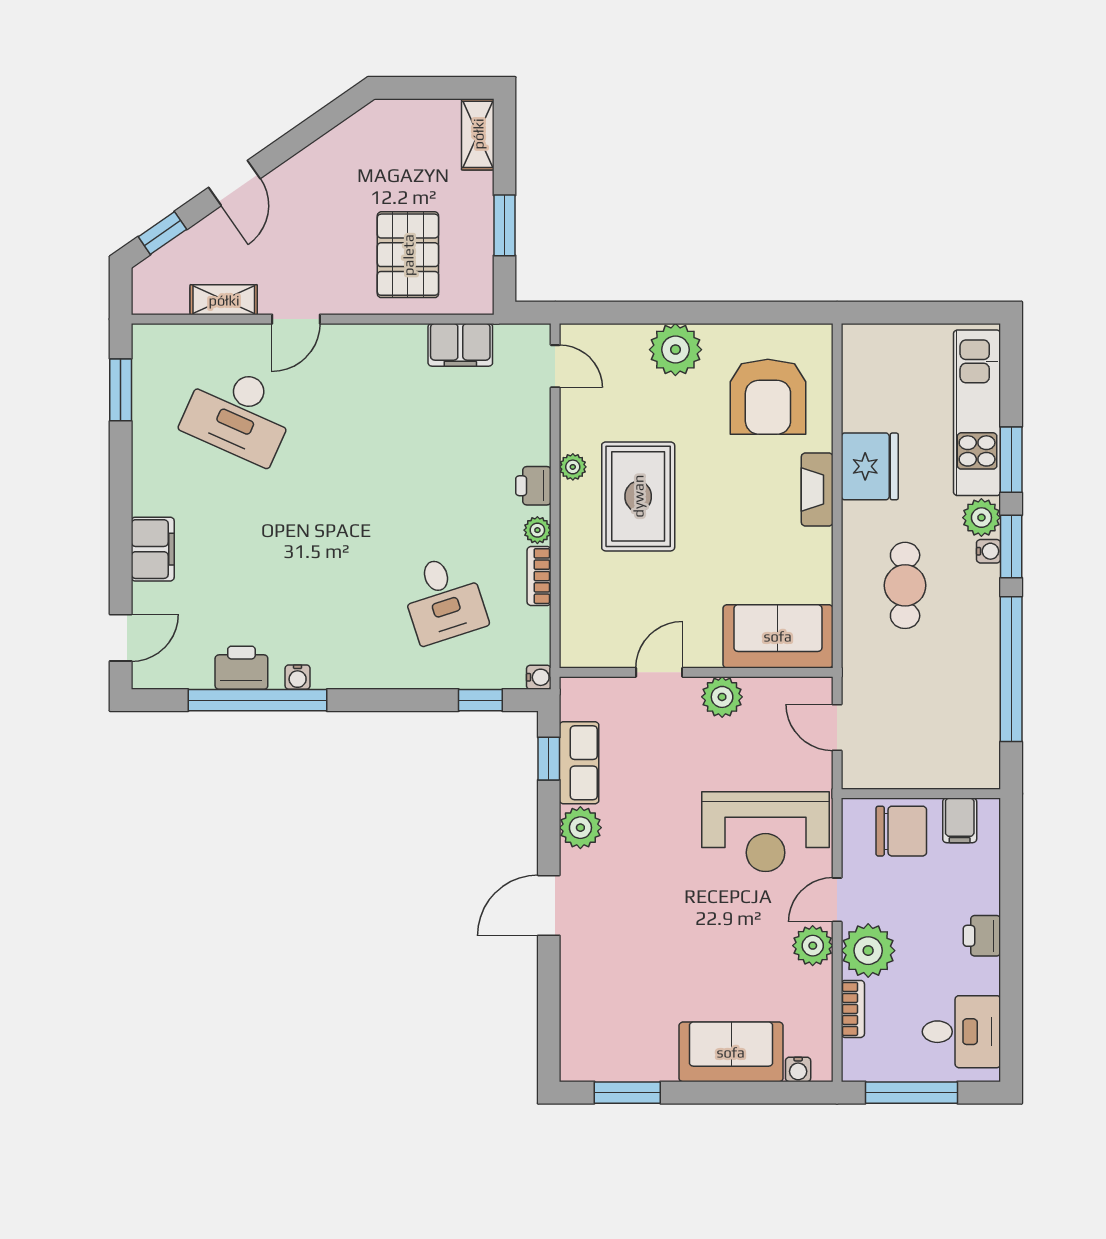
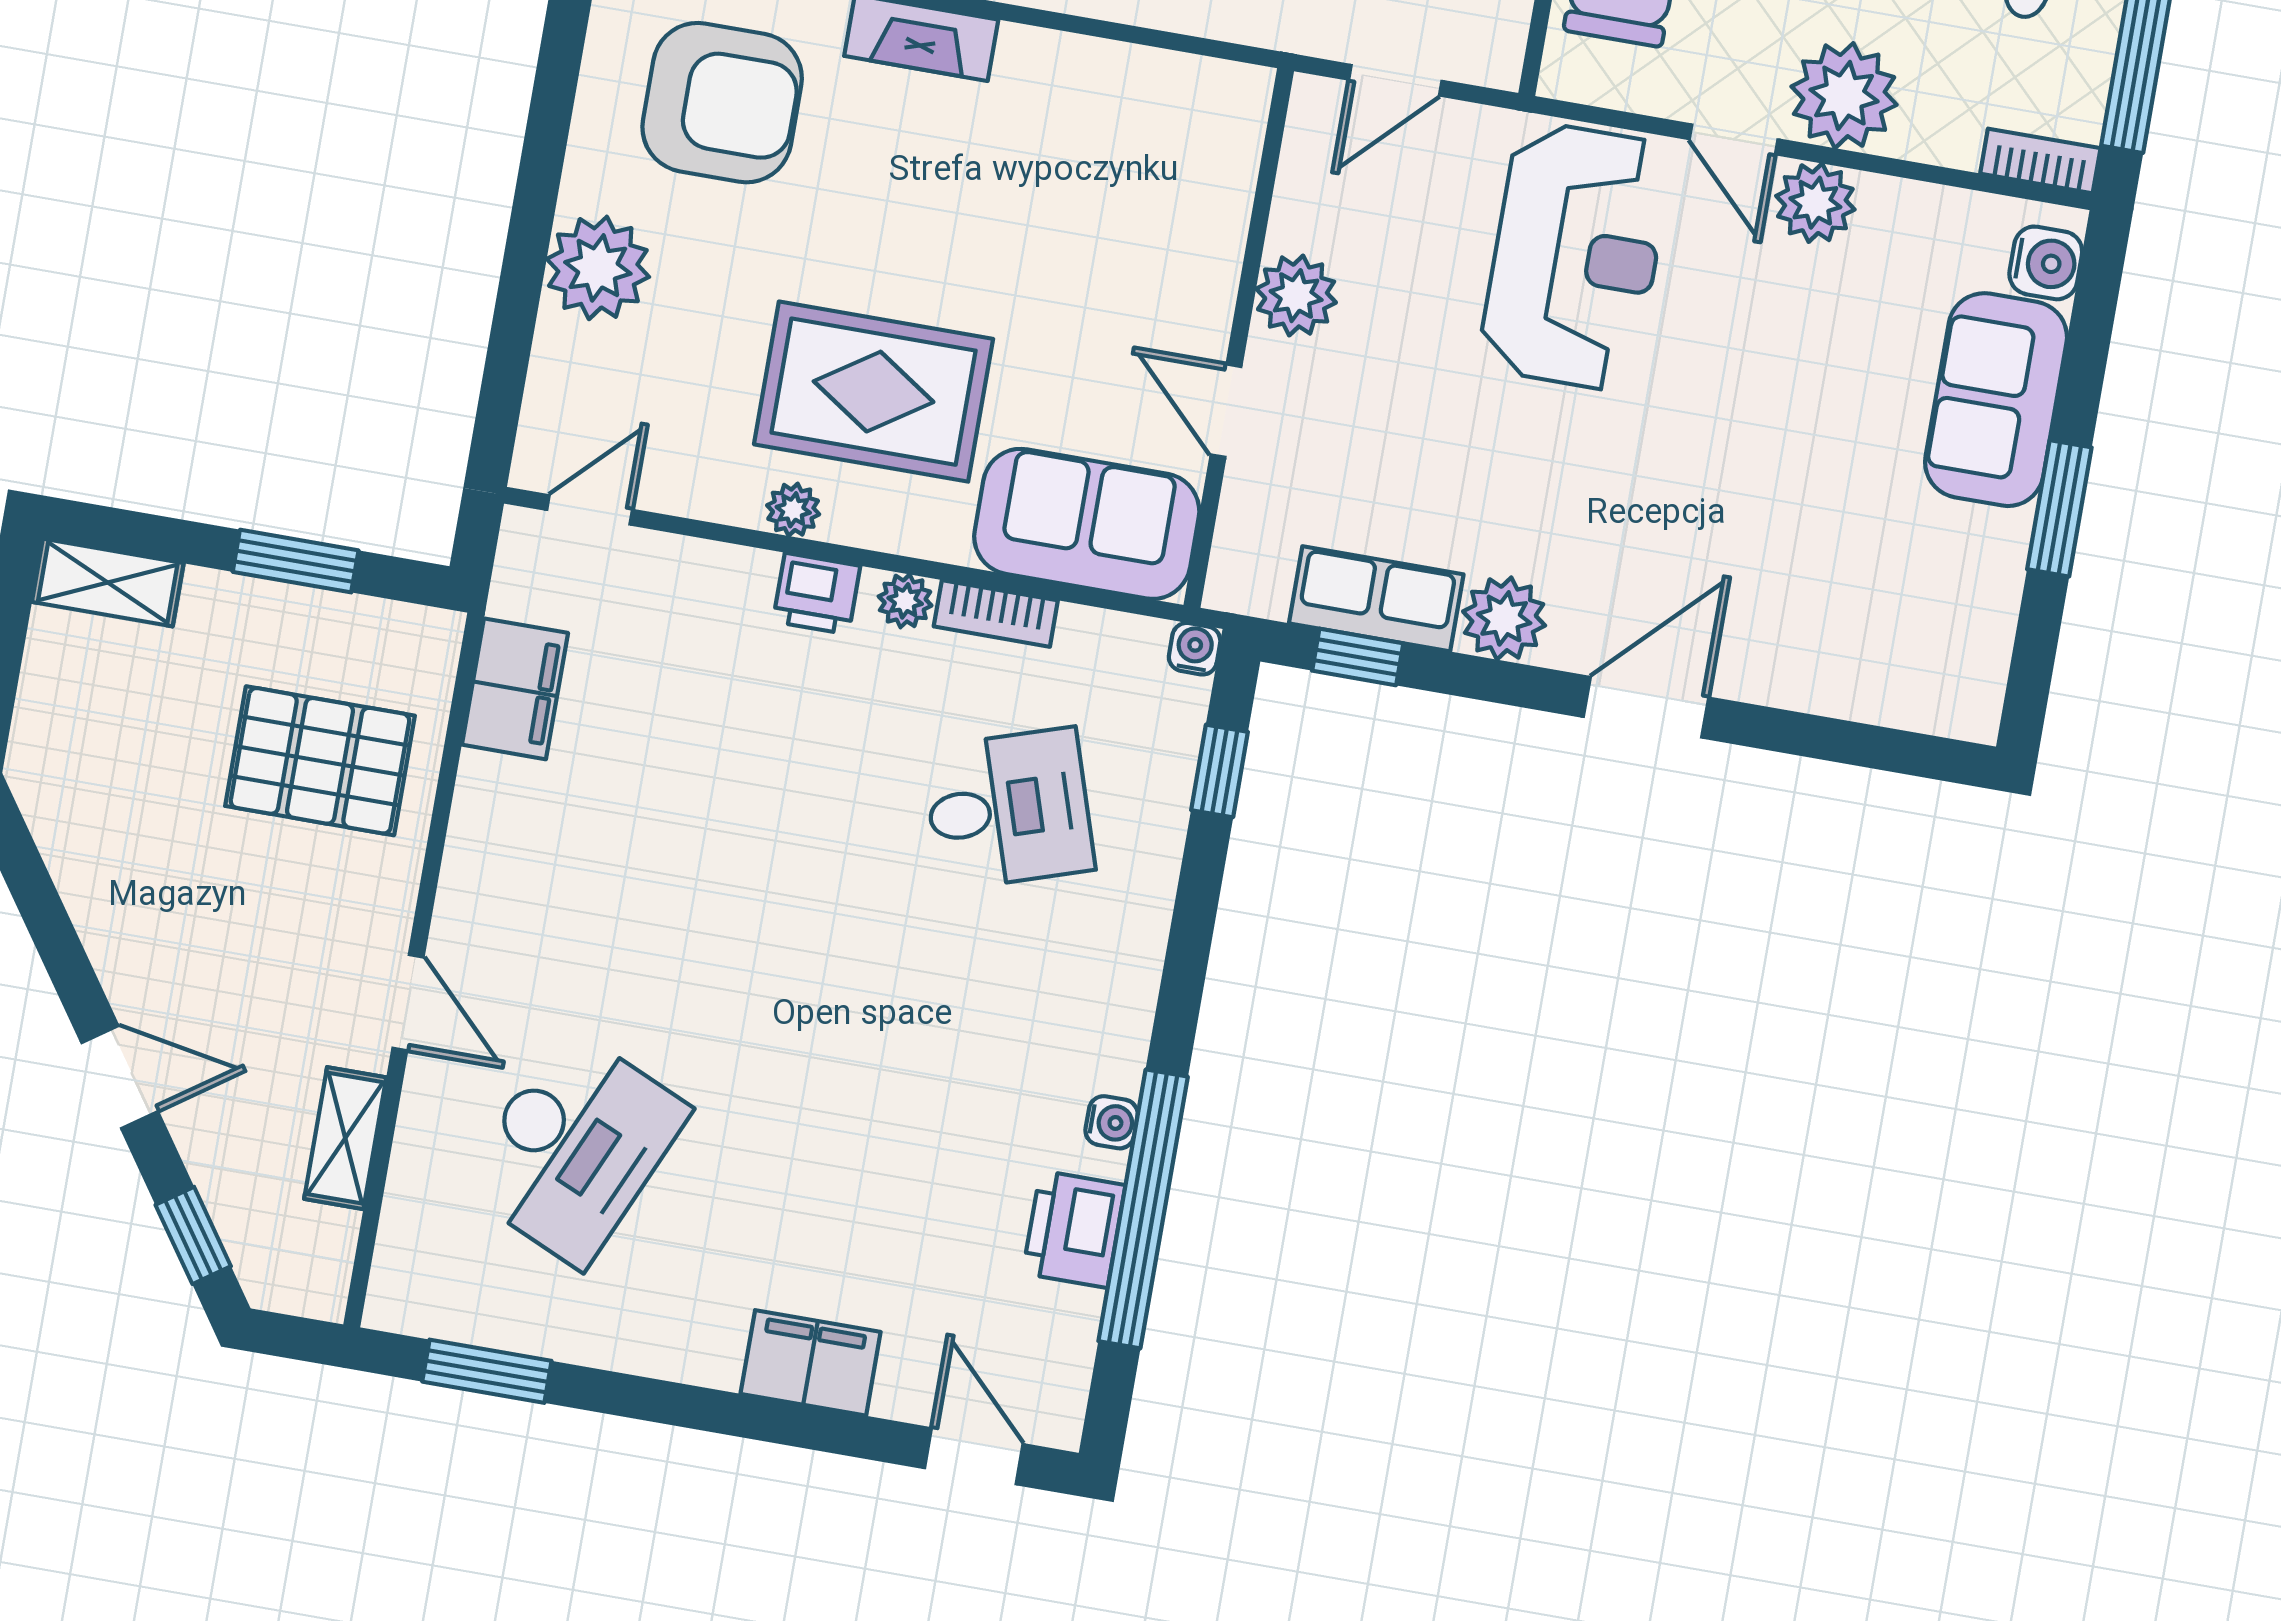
sofa: (778, 636) -> (1087, 524), moved, turned 90
door: (549, 905) -> (1646, 707), swing flipped
bookcase: (853, 1009) -> (2040, 161), moved
water cooler: (798, 1069) -> (2046, 263), width x1.38, depth x1.38
window: (627, 1093) -> (2059, 508), moved

